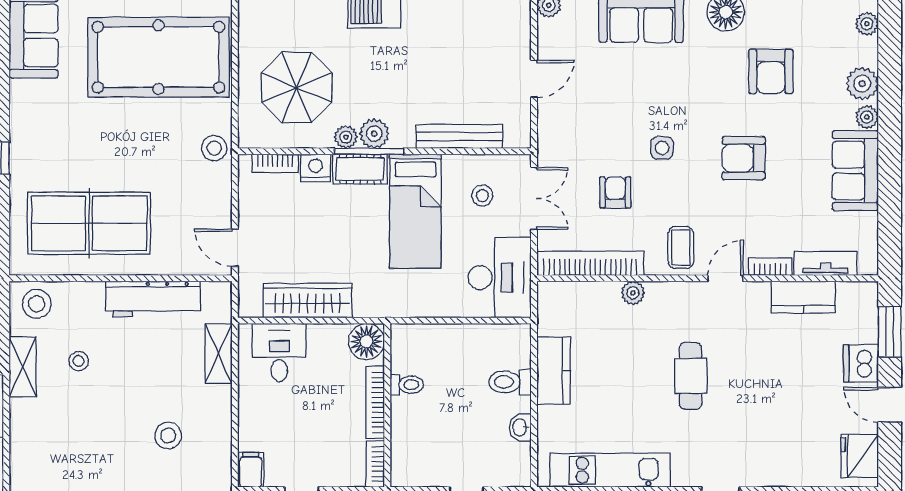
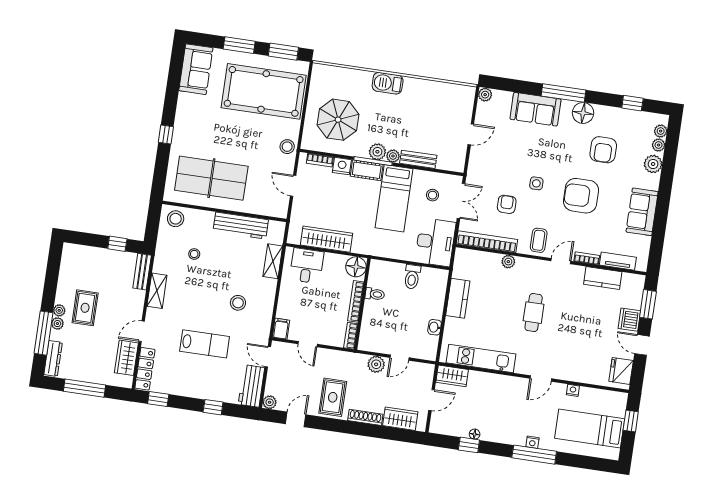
plant: (867, 117) -> (659, 145), moved
bench: (459, 136) -> (418, 159), width x0.73
plant: (346, 137) -> (393, 156), moved
armchair: (744, 158) -> (581, 196), width x1.36, depth x1.36
door: (235, 248) -> (293, 186), moved
shelving: (23, 367) -> (157, 291), moved
toilet: (510, 382) -> (412, 277), moved, turned -90

